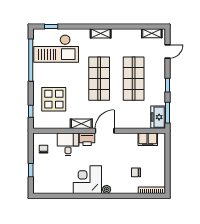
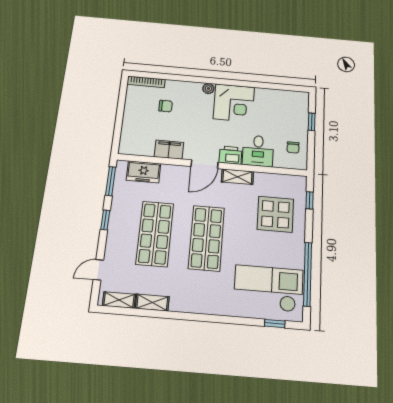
shelving: (101, 33) -> (152, 303), moved
freezer: (158, 117) -> (144, 172), moved, turned 90
filing cabinet: (148, 139) -> (169, 150), moved

